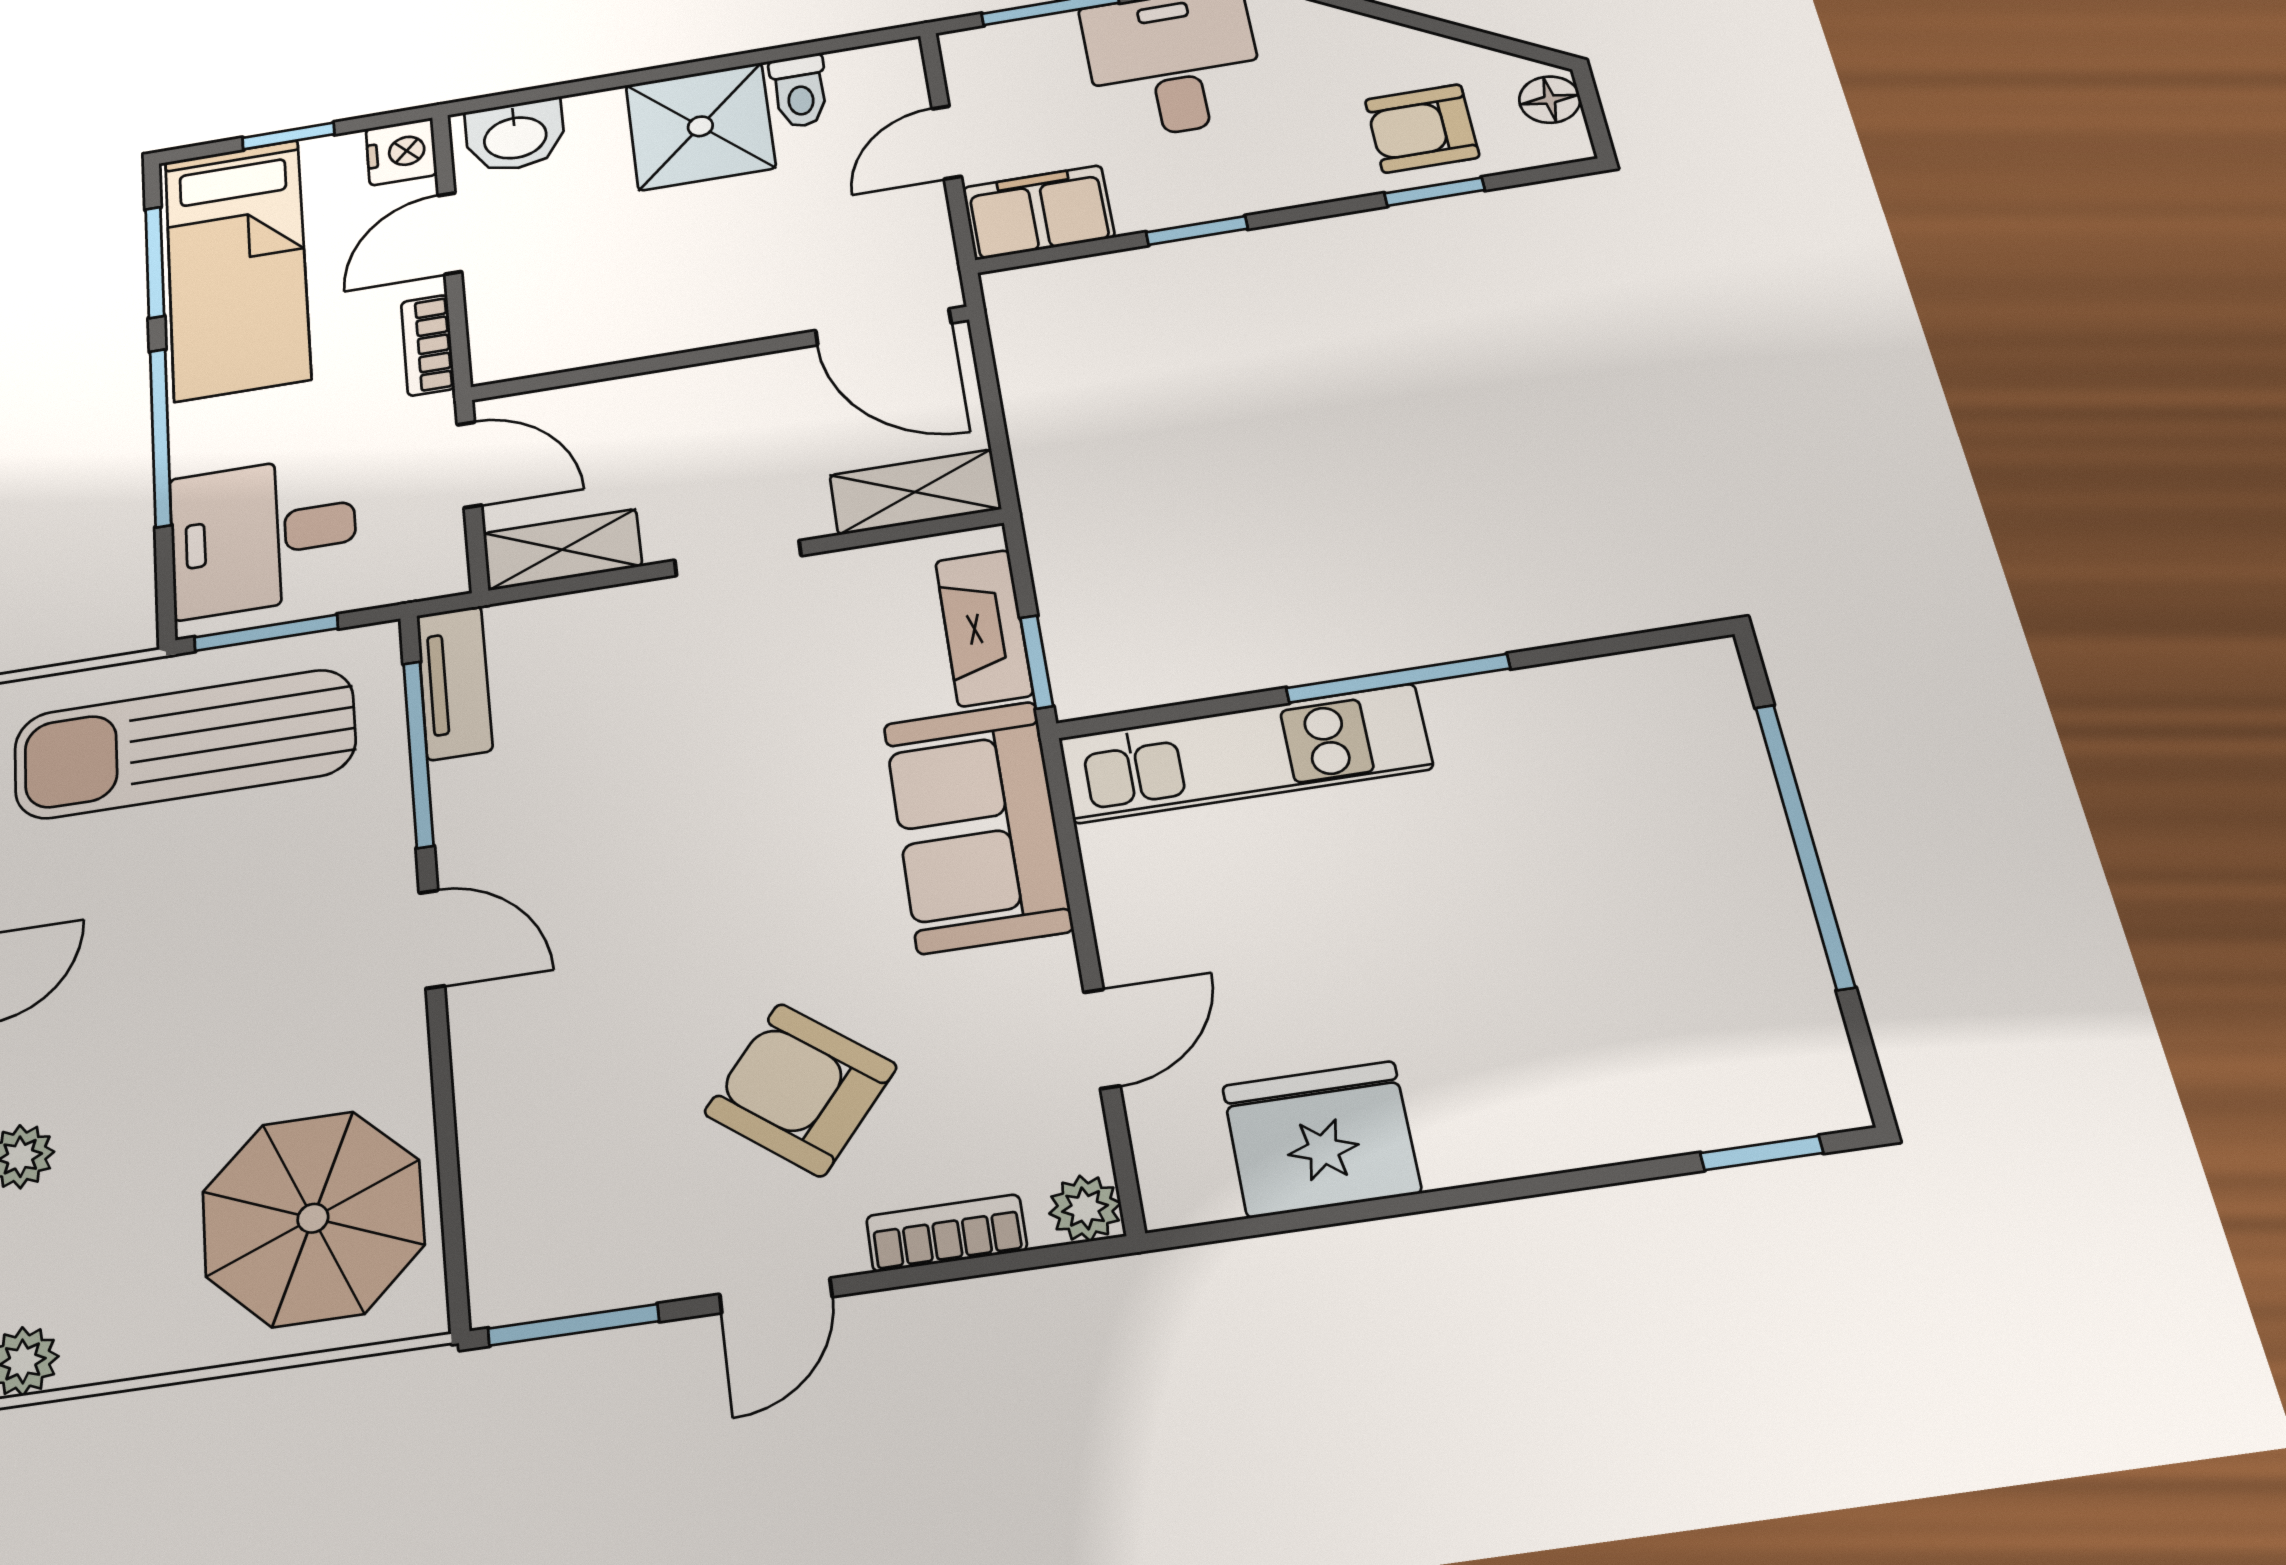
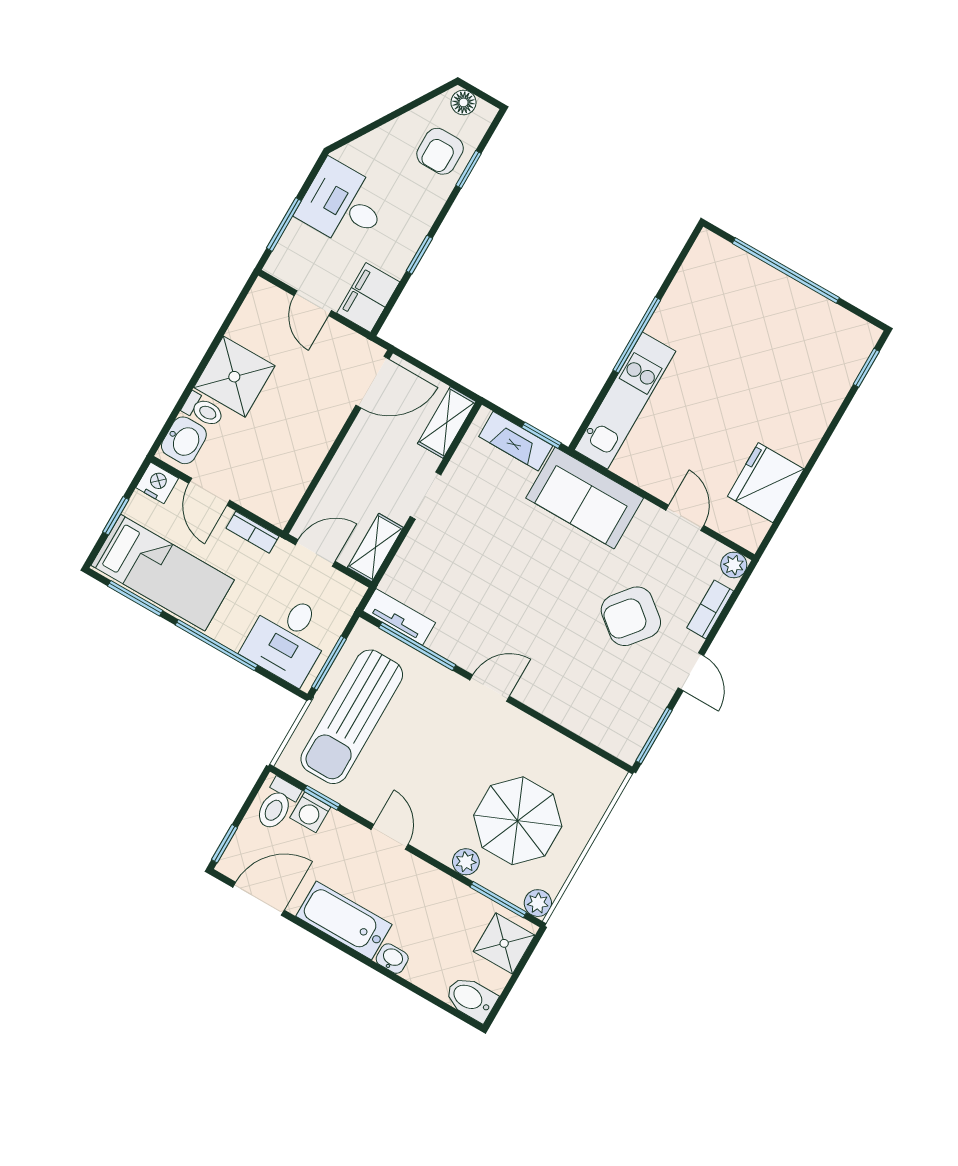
toilet: (800, 91) -> (203, 410), moved
parasol: (313, 1218) -> (518, 821), moved

